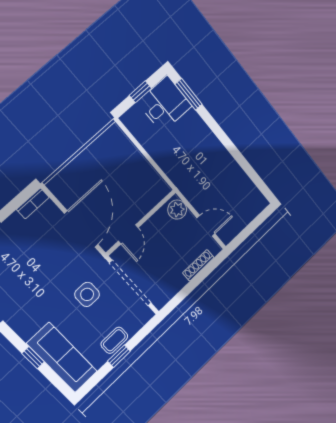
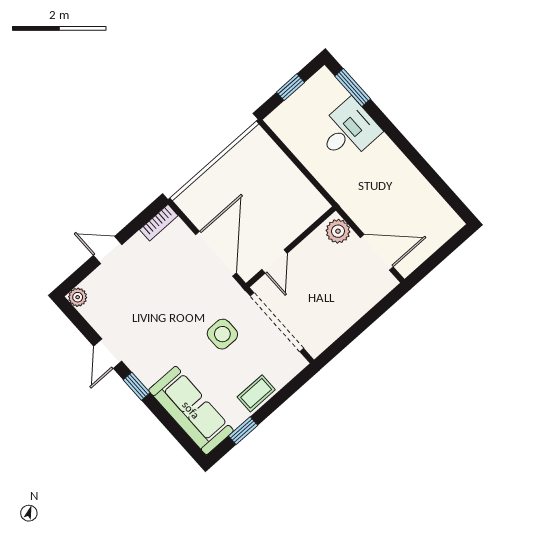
desk: (165, 104) -> (348, 131), moved
door: (206, 226) -> (377, 252), width x1.38
shoe rack: (198, 265) -> (367, 303), removed
window: (119, 356) -> (243, 431), moved
window: (33, 358) -> (137, 386), moved

